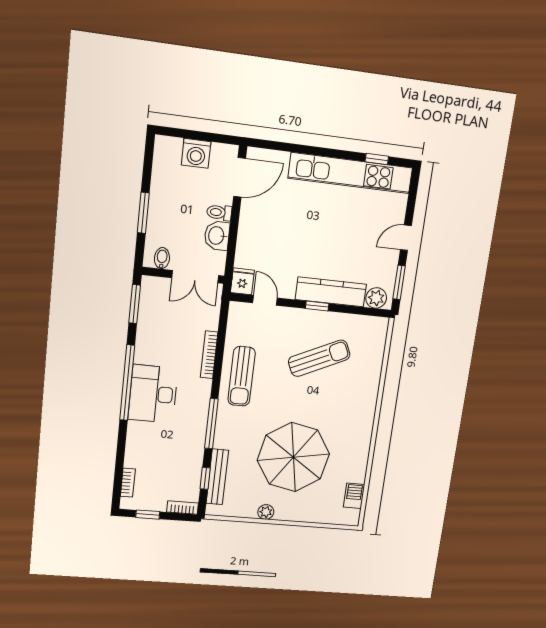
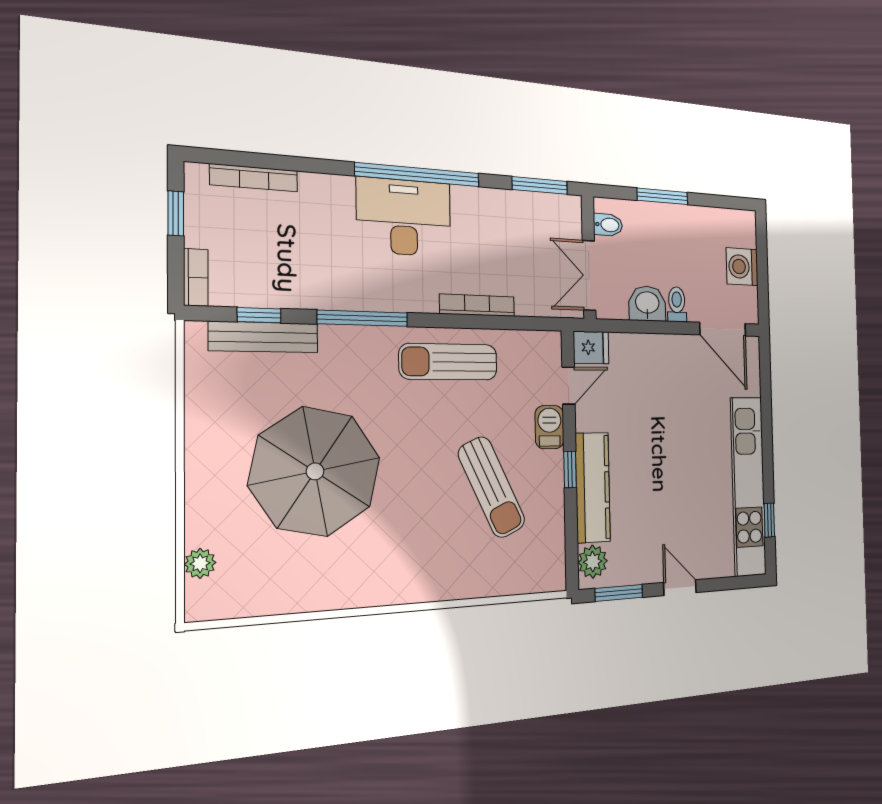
bookcase: (128, 483) -> (254, 178), width x1.56
barbecue: (354, 496) -> (549, 427), moved, turned -90
plant: (266, 512) -> (200, 563), moved

